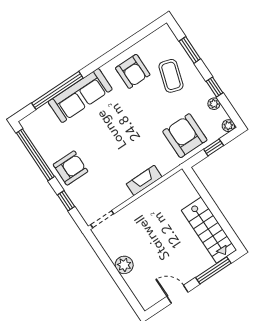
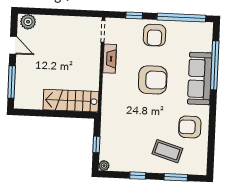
plant: (214, 104) -> (126, 167), removed
armchair: (185, 136) -> (153, 80), moved
fireplace: (144, 180) -> (110, 59), moved
stairs: (209, 230) -> (71, 101), moved
plant: (124, 265) -> (28, 22), moved
door: (177, 294) -> (13, 45), hinge flipped

